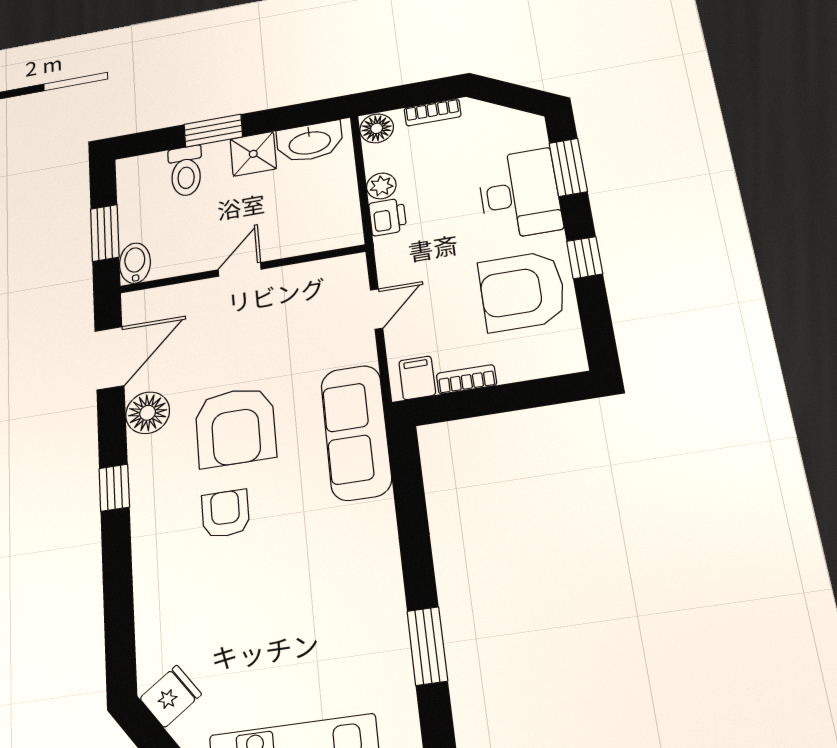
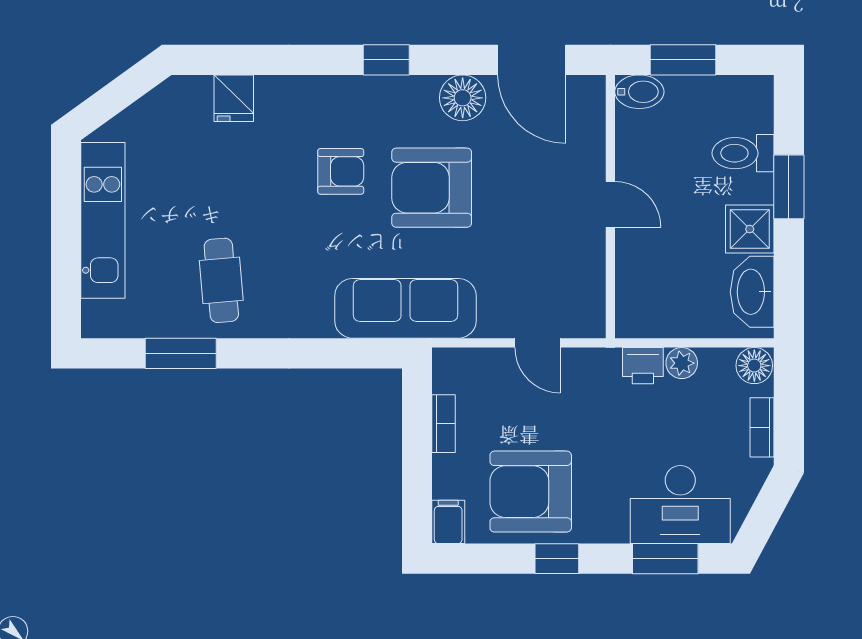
desk: (519, 194) -> (680, 505), moved
armchair: (522, 291) -> (531, 492), turned -90
filing cabinet: (417, 378) -> (448, 522), moved, turned -90
cafe table: (346, 615) -> (221, 280), added
fridge: (171, 696) -> (234, 98), moved, turned 36

